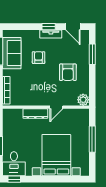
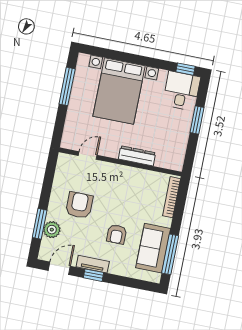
door: (73, 27) -> (59, 268), hinge flipped
plant: (83, 100) -> (52, 230), moved
door: (56, 107) -> (88, 155), moved
window: (92, 139) -> (67, 86), moved

